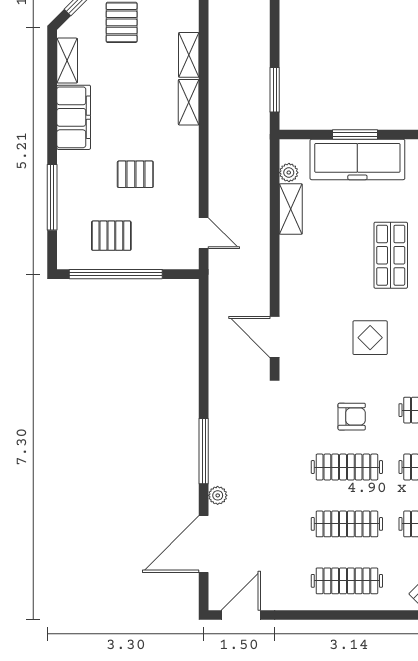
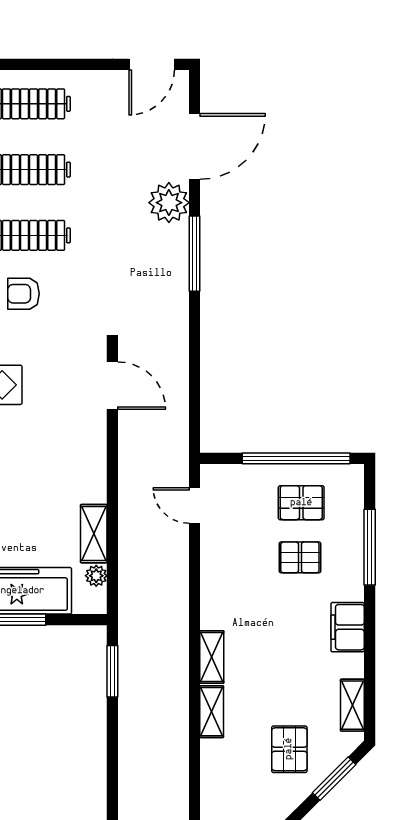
filing cabinet: (74, 117) -> (348, 627), width x0.67, depth x0.86
pallet: (135, 174) -> (300, 557), moved
plant: (218, 495) -> (169, 203), width x1.88, depth x1.88

